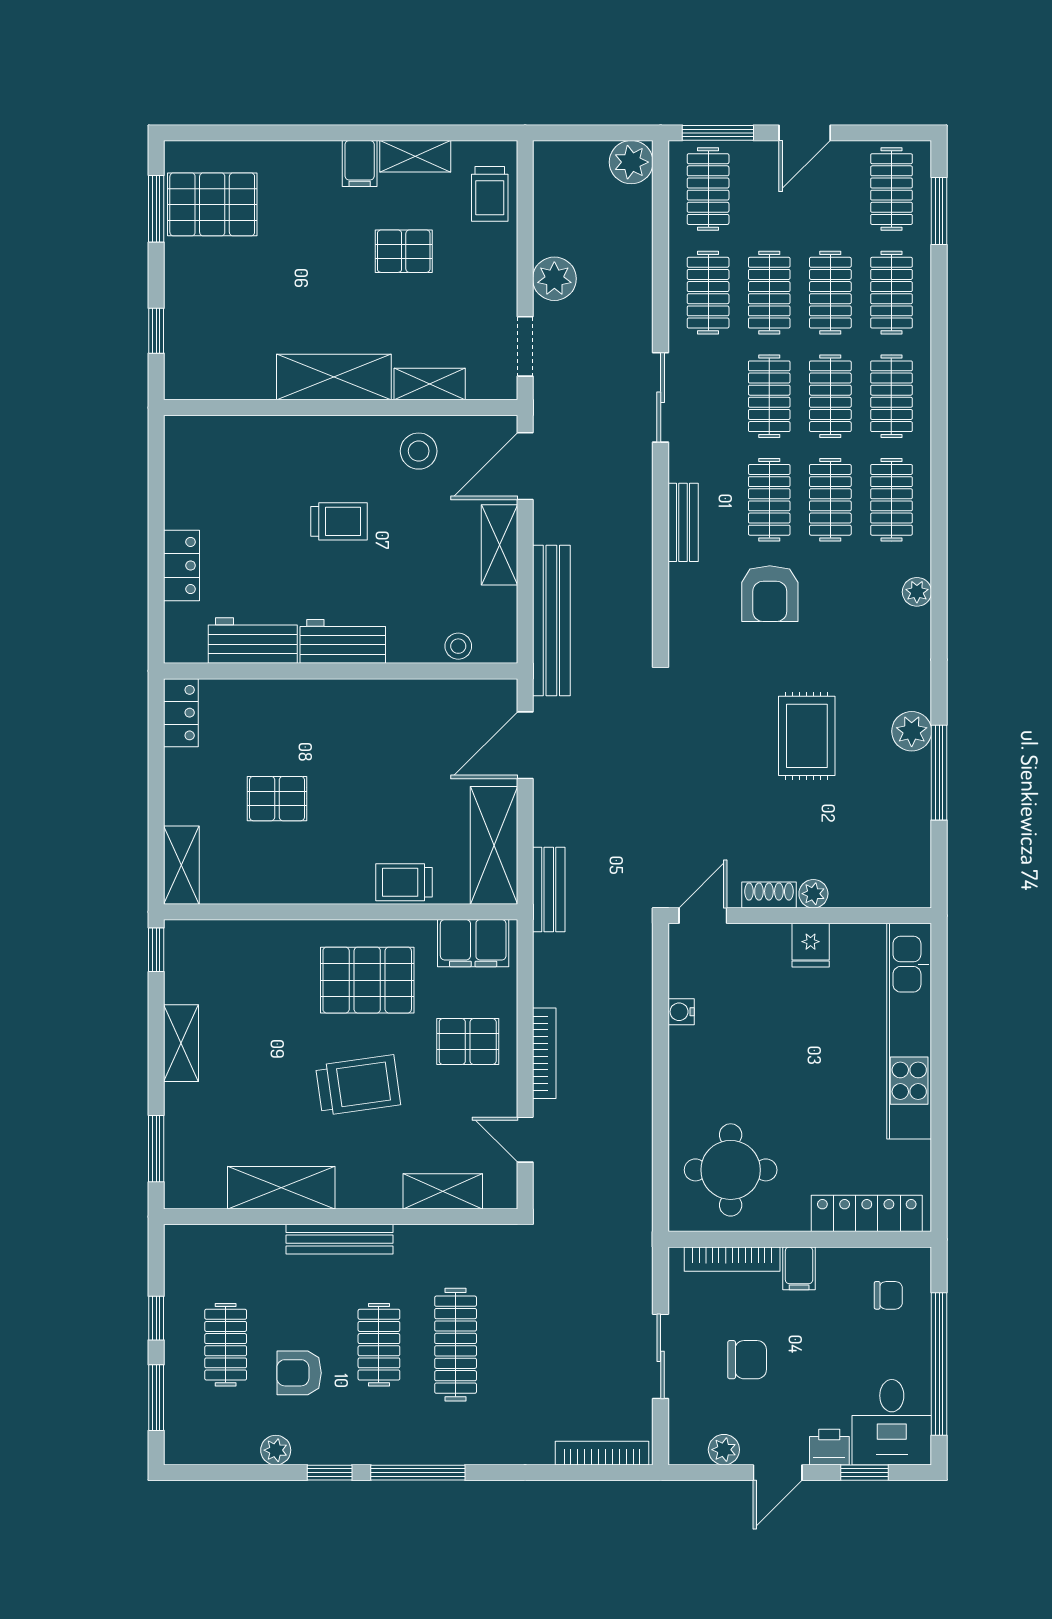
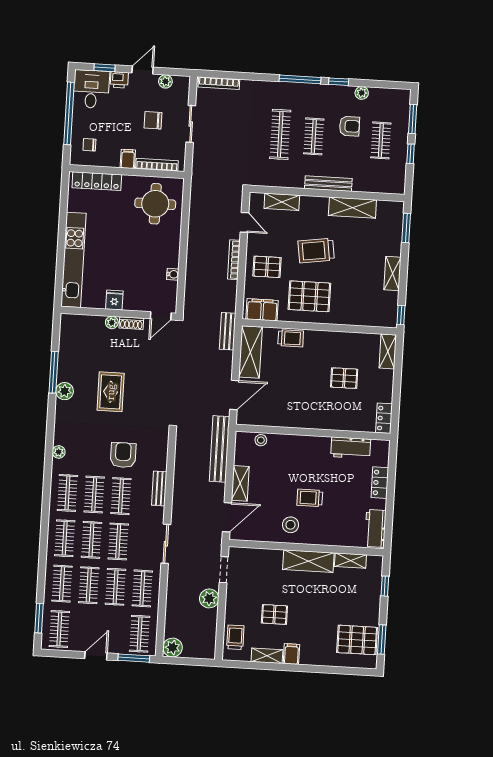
shelving: (430, 384) -> (350, 561), moved
stool: (419, 451) -> (290, 525), moved
workbench: (343, 641) -> (375, 528), moved, turned 90

